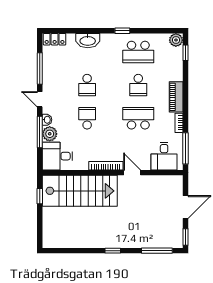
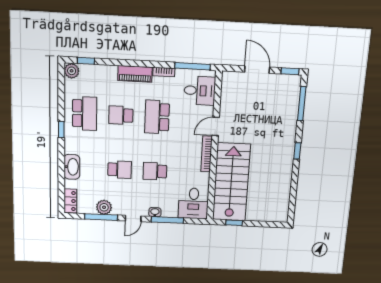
school desk: (138, 85) -> (121, 115), turned 180
plant: (50, 134) -> (104, 207), moved

